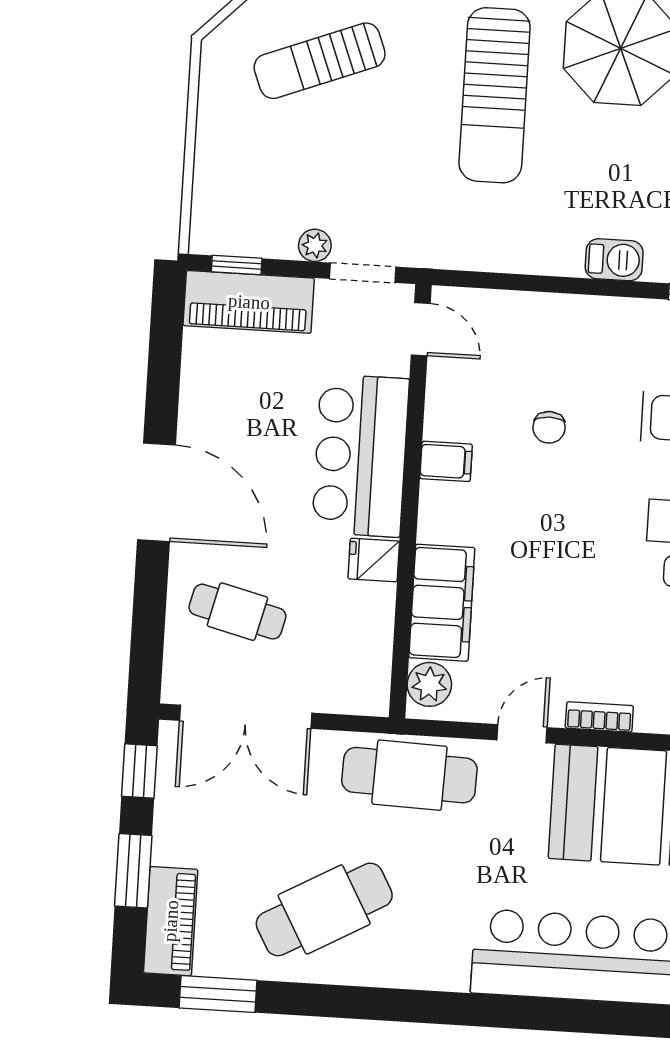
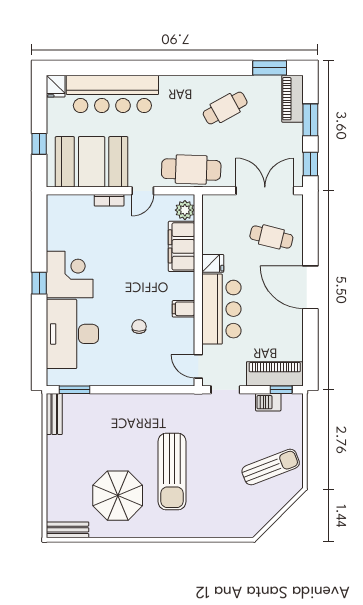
sun lounger: (320, 61) -> (271, 467), moved
sun lounger: (495, 95) -> (172, 471), turned 180
plant: (315, 245) -> (247, 400), removed
barbecue: (614, 260) -> (268, 402), moved
cafe table: (324, 909) -> (225, 108), width x0.73, depth x0.74

